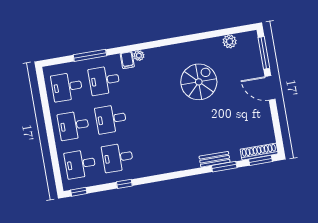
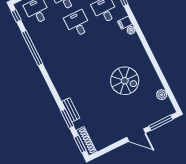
door: (270, 88) -> (136, 135), swing flipped
desk: (118, 158) -> (50, 37), removed
window: (124, 184) -> (32, 48), width x3.17

